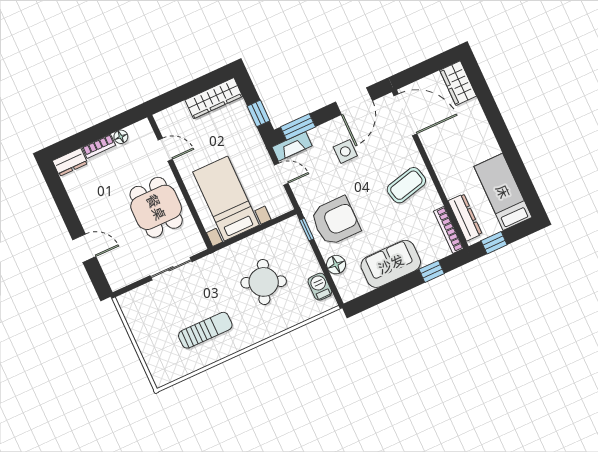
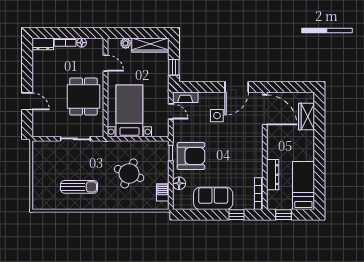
wardrobe: (458, 83) -> (306, 116), moved
plant: (180, 111) -> (126, 43), added
window: (298, 127) -> (195, 87), removed
coffee table: (406, 185) -> (245, 154), removed
dresser: (465, 217) -> (273, 175), moved

